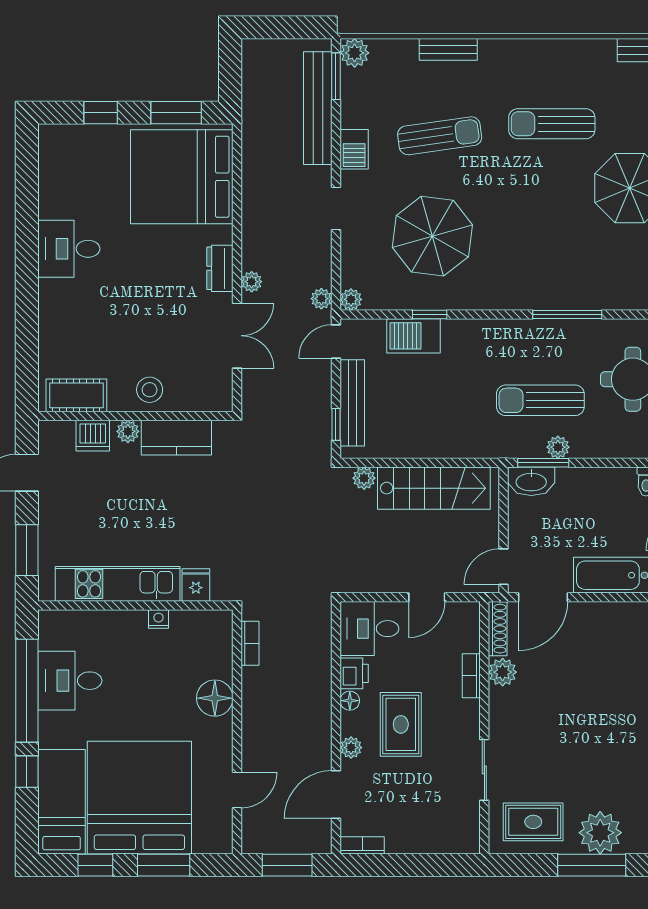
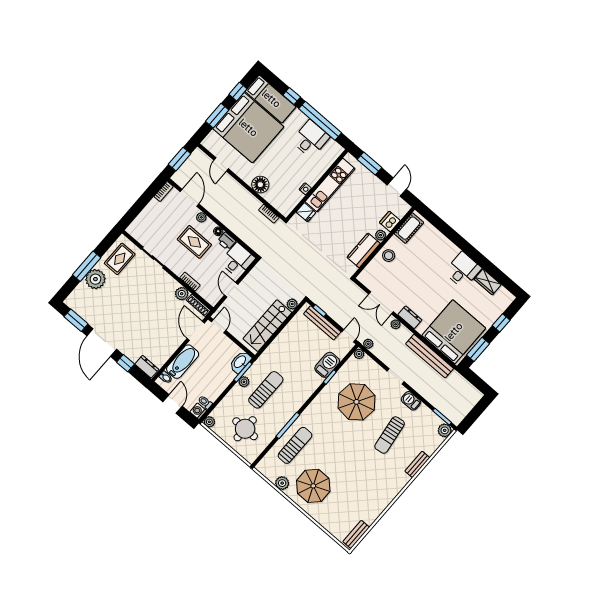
bench: (318, 108) -> (430, 356), moved
sun lounger: (552, 124) -> (295, 445), moved
wardrobe: (53, 192) -> (488, 282), added

